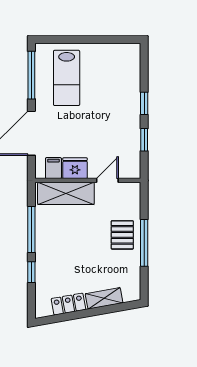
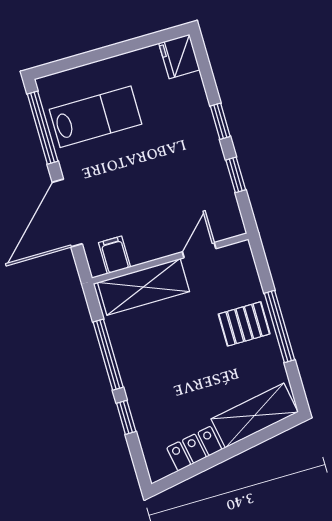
lab bench: (67, 78) -> (96, 117), turned -90
fridge: (75, 168) -> (179, 56), moved, turned -90
pallet: (122, 235) -> (244, 324), turned 90
shelving: (104, 298) -> (255, 415), width x1.50, depth x1.33

